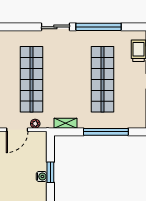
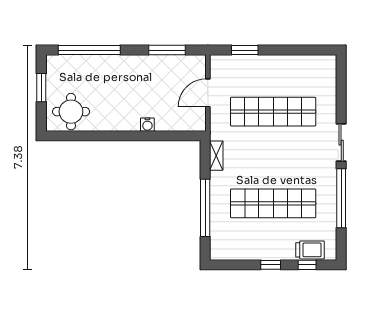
plant: (35, 124) -> (216, 116), removed
door: (17, 130) -> (208, 93), hinge flipped
window: (50, 172) -> (153, 136), removed

